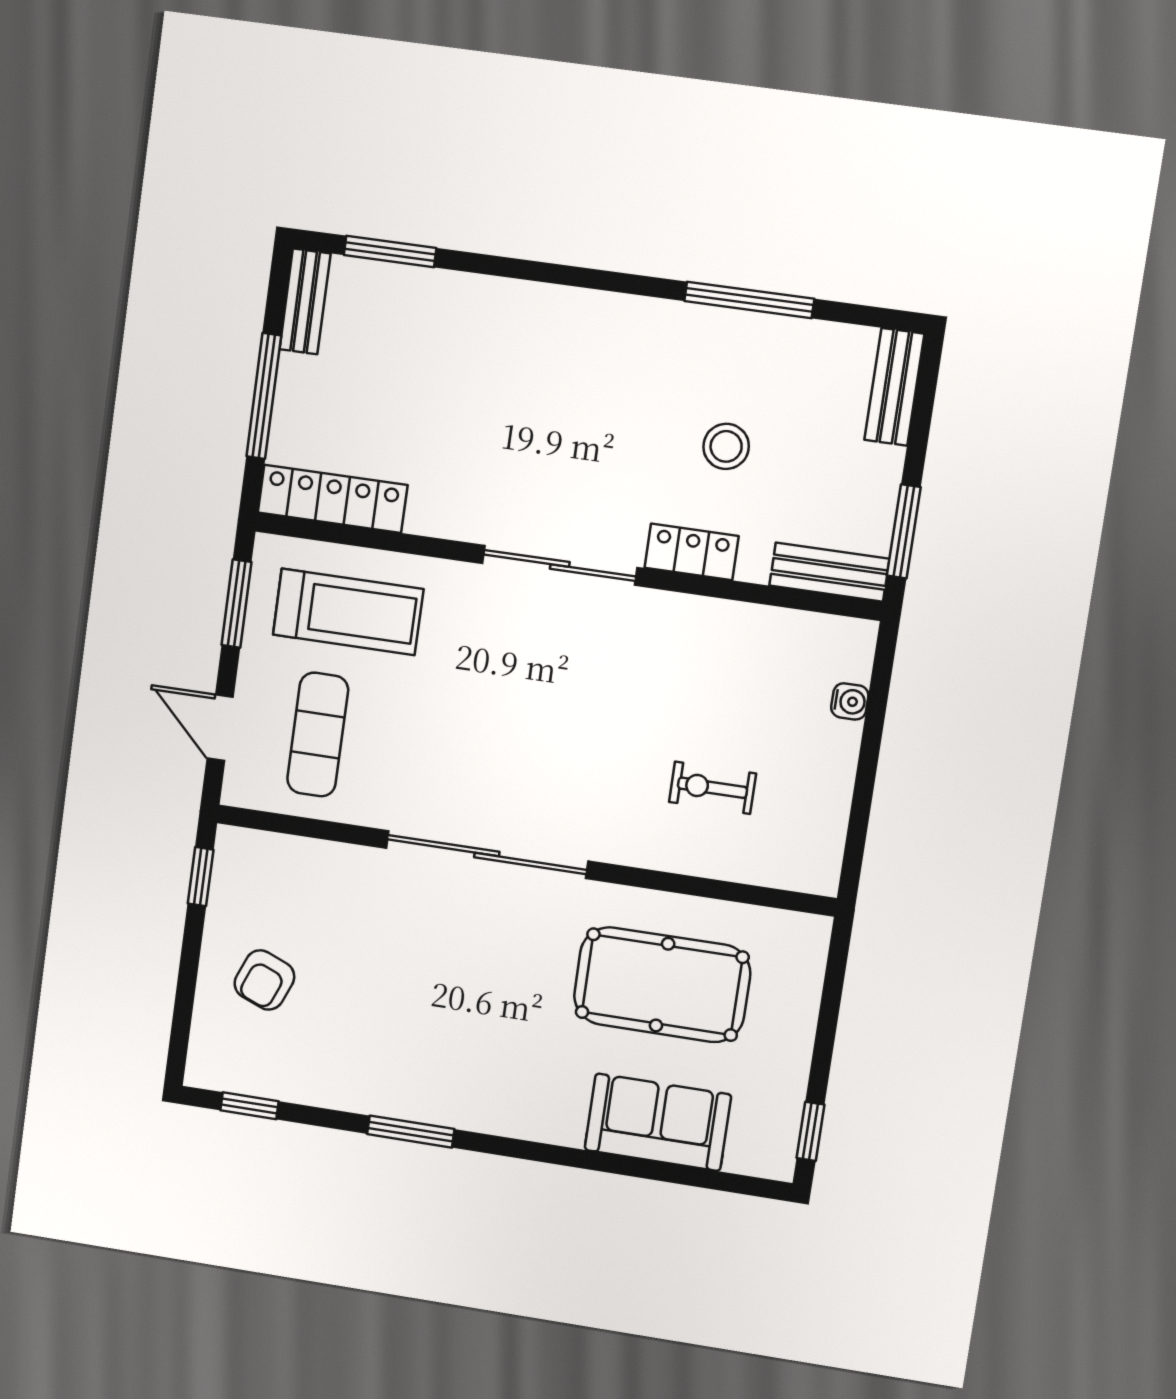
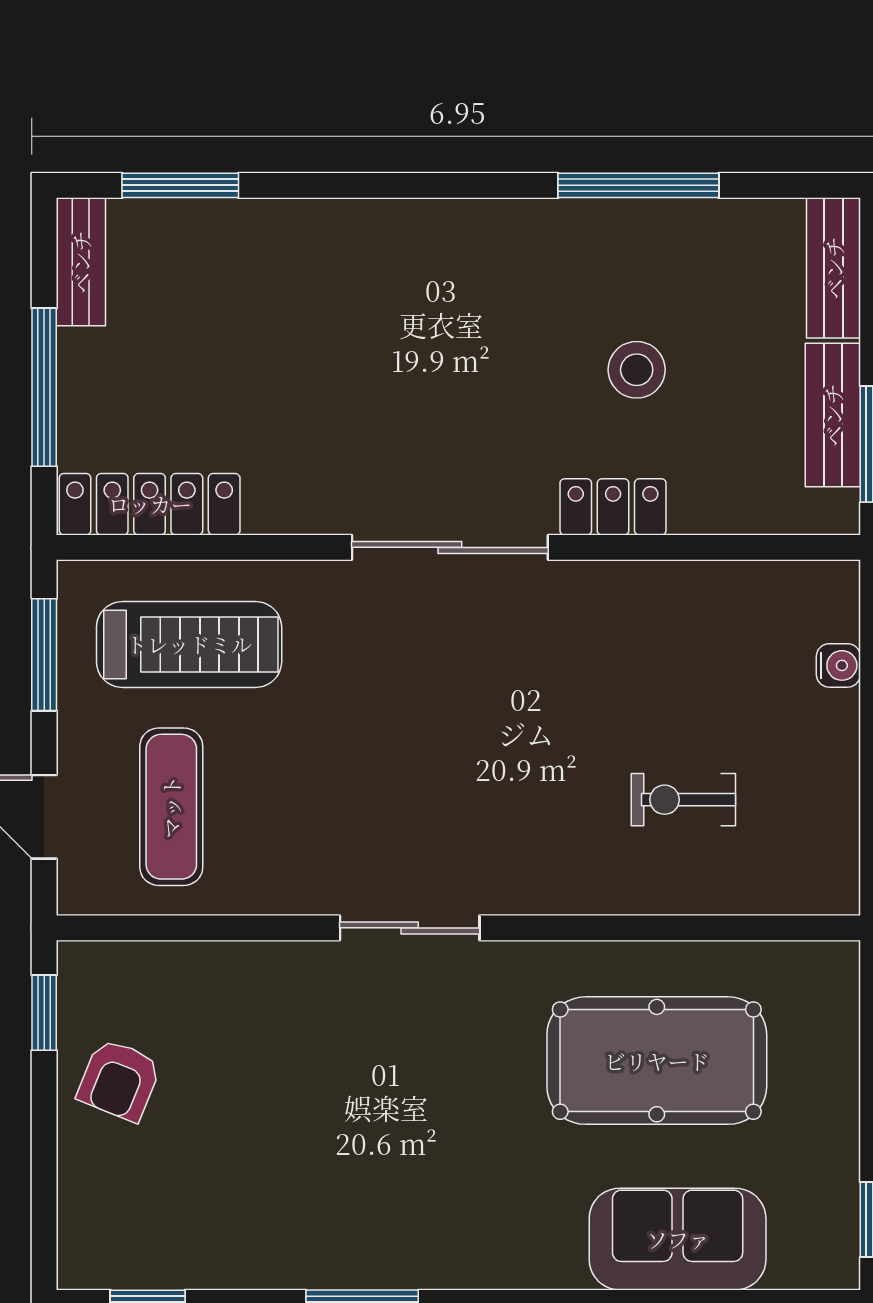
bench: (829, 572) -> (833, 415), moved, turned 90
sliding door: (487, 855) -> (410, 928), width x0.54
armchair: (264, 980) -> (119, 1080), moved

